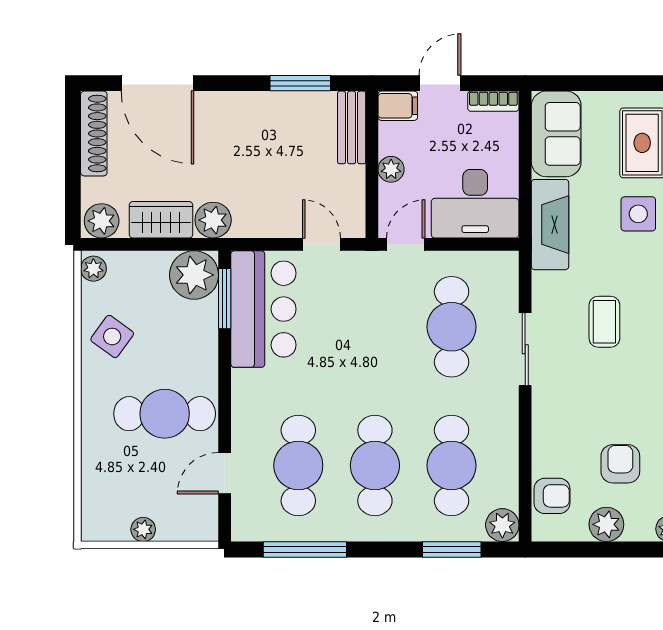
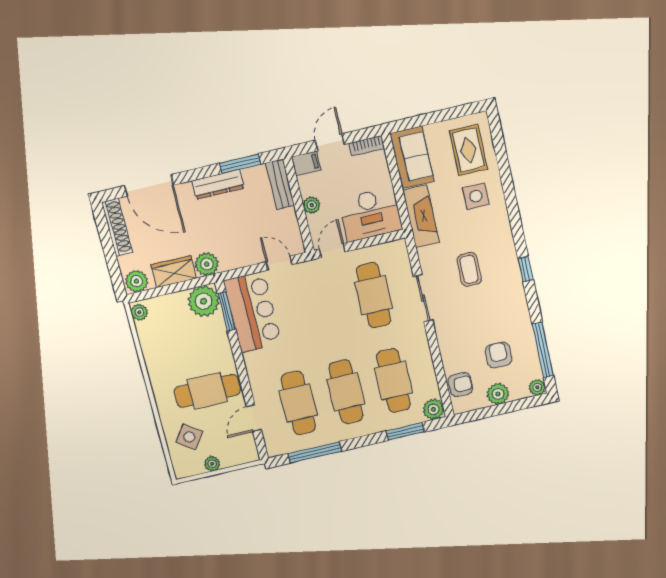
dresser: (260, 106) -> (218, 184), added
side table: (112, 336) -> (189, 437), moved

